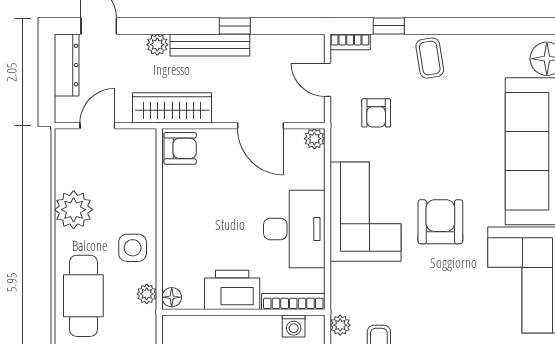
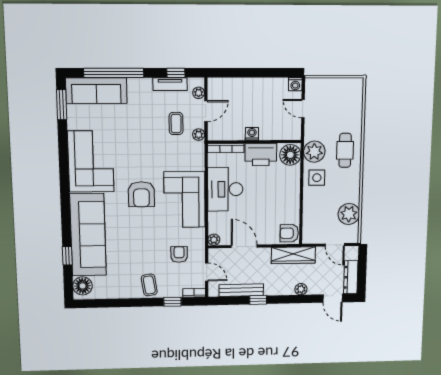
bench: (210, 45) -> (241, 290), moved
door: (97, 126) -> (335, 245), hinge flipped
plant: (74, 210) -> (349, 214), moved
plant: (147, 294) -> (314, 152), width x1.88, depth x1.88
cafe table: (83, 296) -> (345, 150), width x0.73, depth x0.74
floor lamp: (172, 297) -> (290, 155), width x1.89, depth x1.89
washing machine: (294, 326) -> (252, 134), moved

